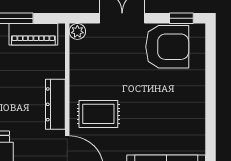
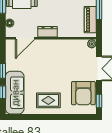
dresser: (55, 104) -> (48, 32), width x0.70
rug: (98, 114) -> (48, 100), moved, turned 90

